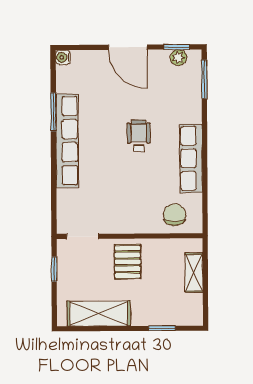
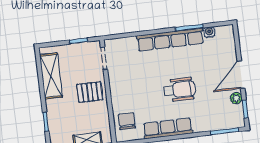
water cooler: (63, 57) -> (209, 32), moved
plant: (178, 57) -> (236, 98), moved
wheelchair: (139, 136) -> (180, 90), width x1.36, depth x1.37
chair: (175, 215) -> (127, 121), turned -90

